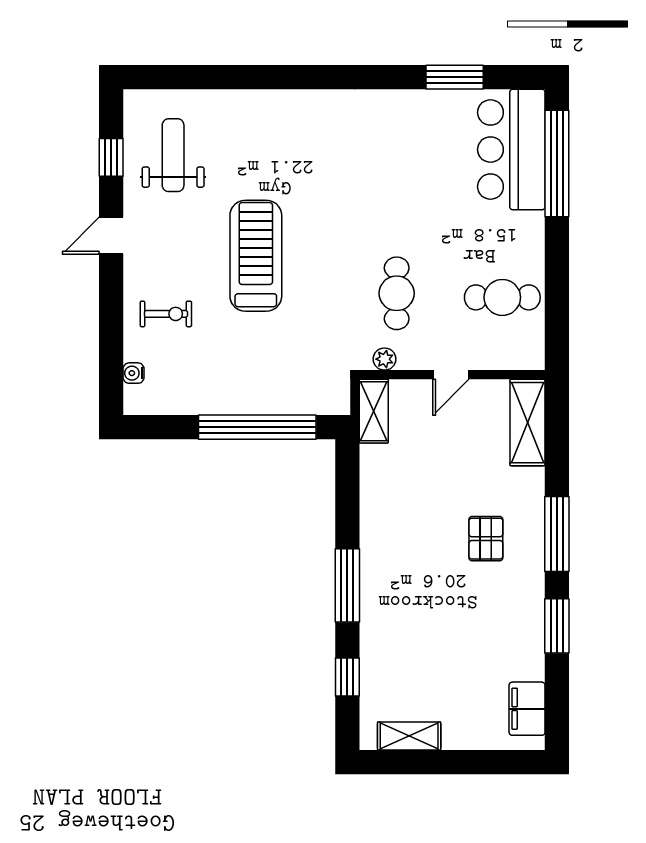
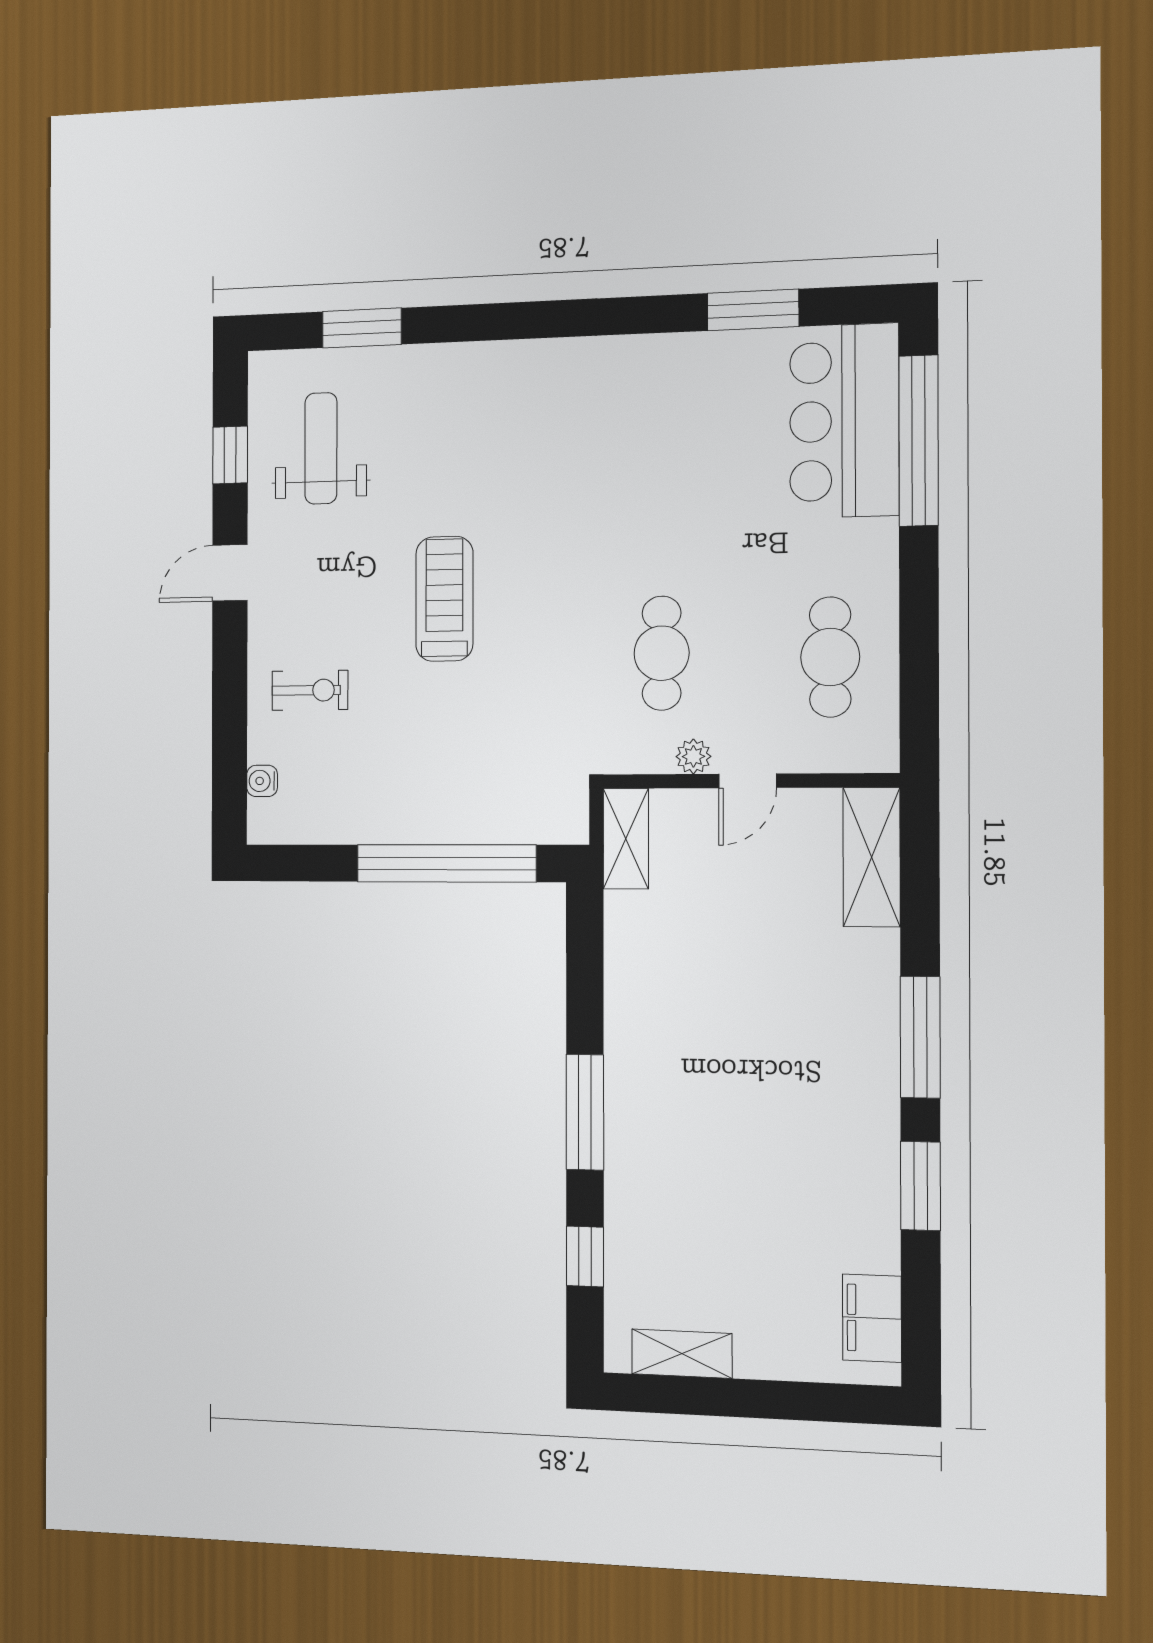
window: (201, 77) -> (362, 328), added
treadmill: (256, 256) -> (444, 599), width x0.73, depth x0.73
cafe table: (502, 297) -> (830, 657), turned 90
plant: (384, 359) -> (693, 756), moved
pallet: (486, 539) -> (804, 1043), removed

